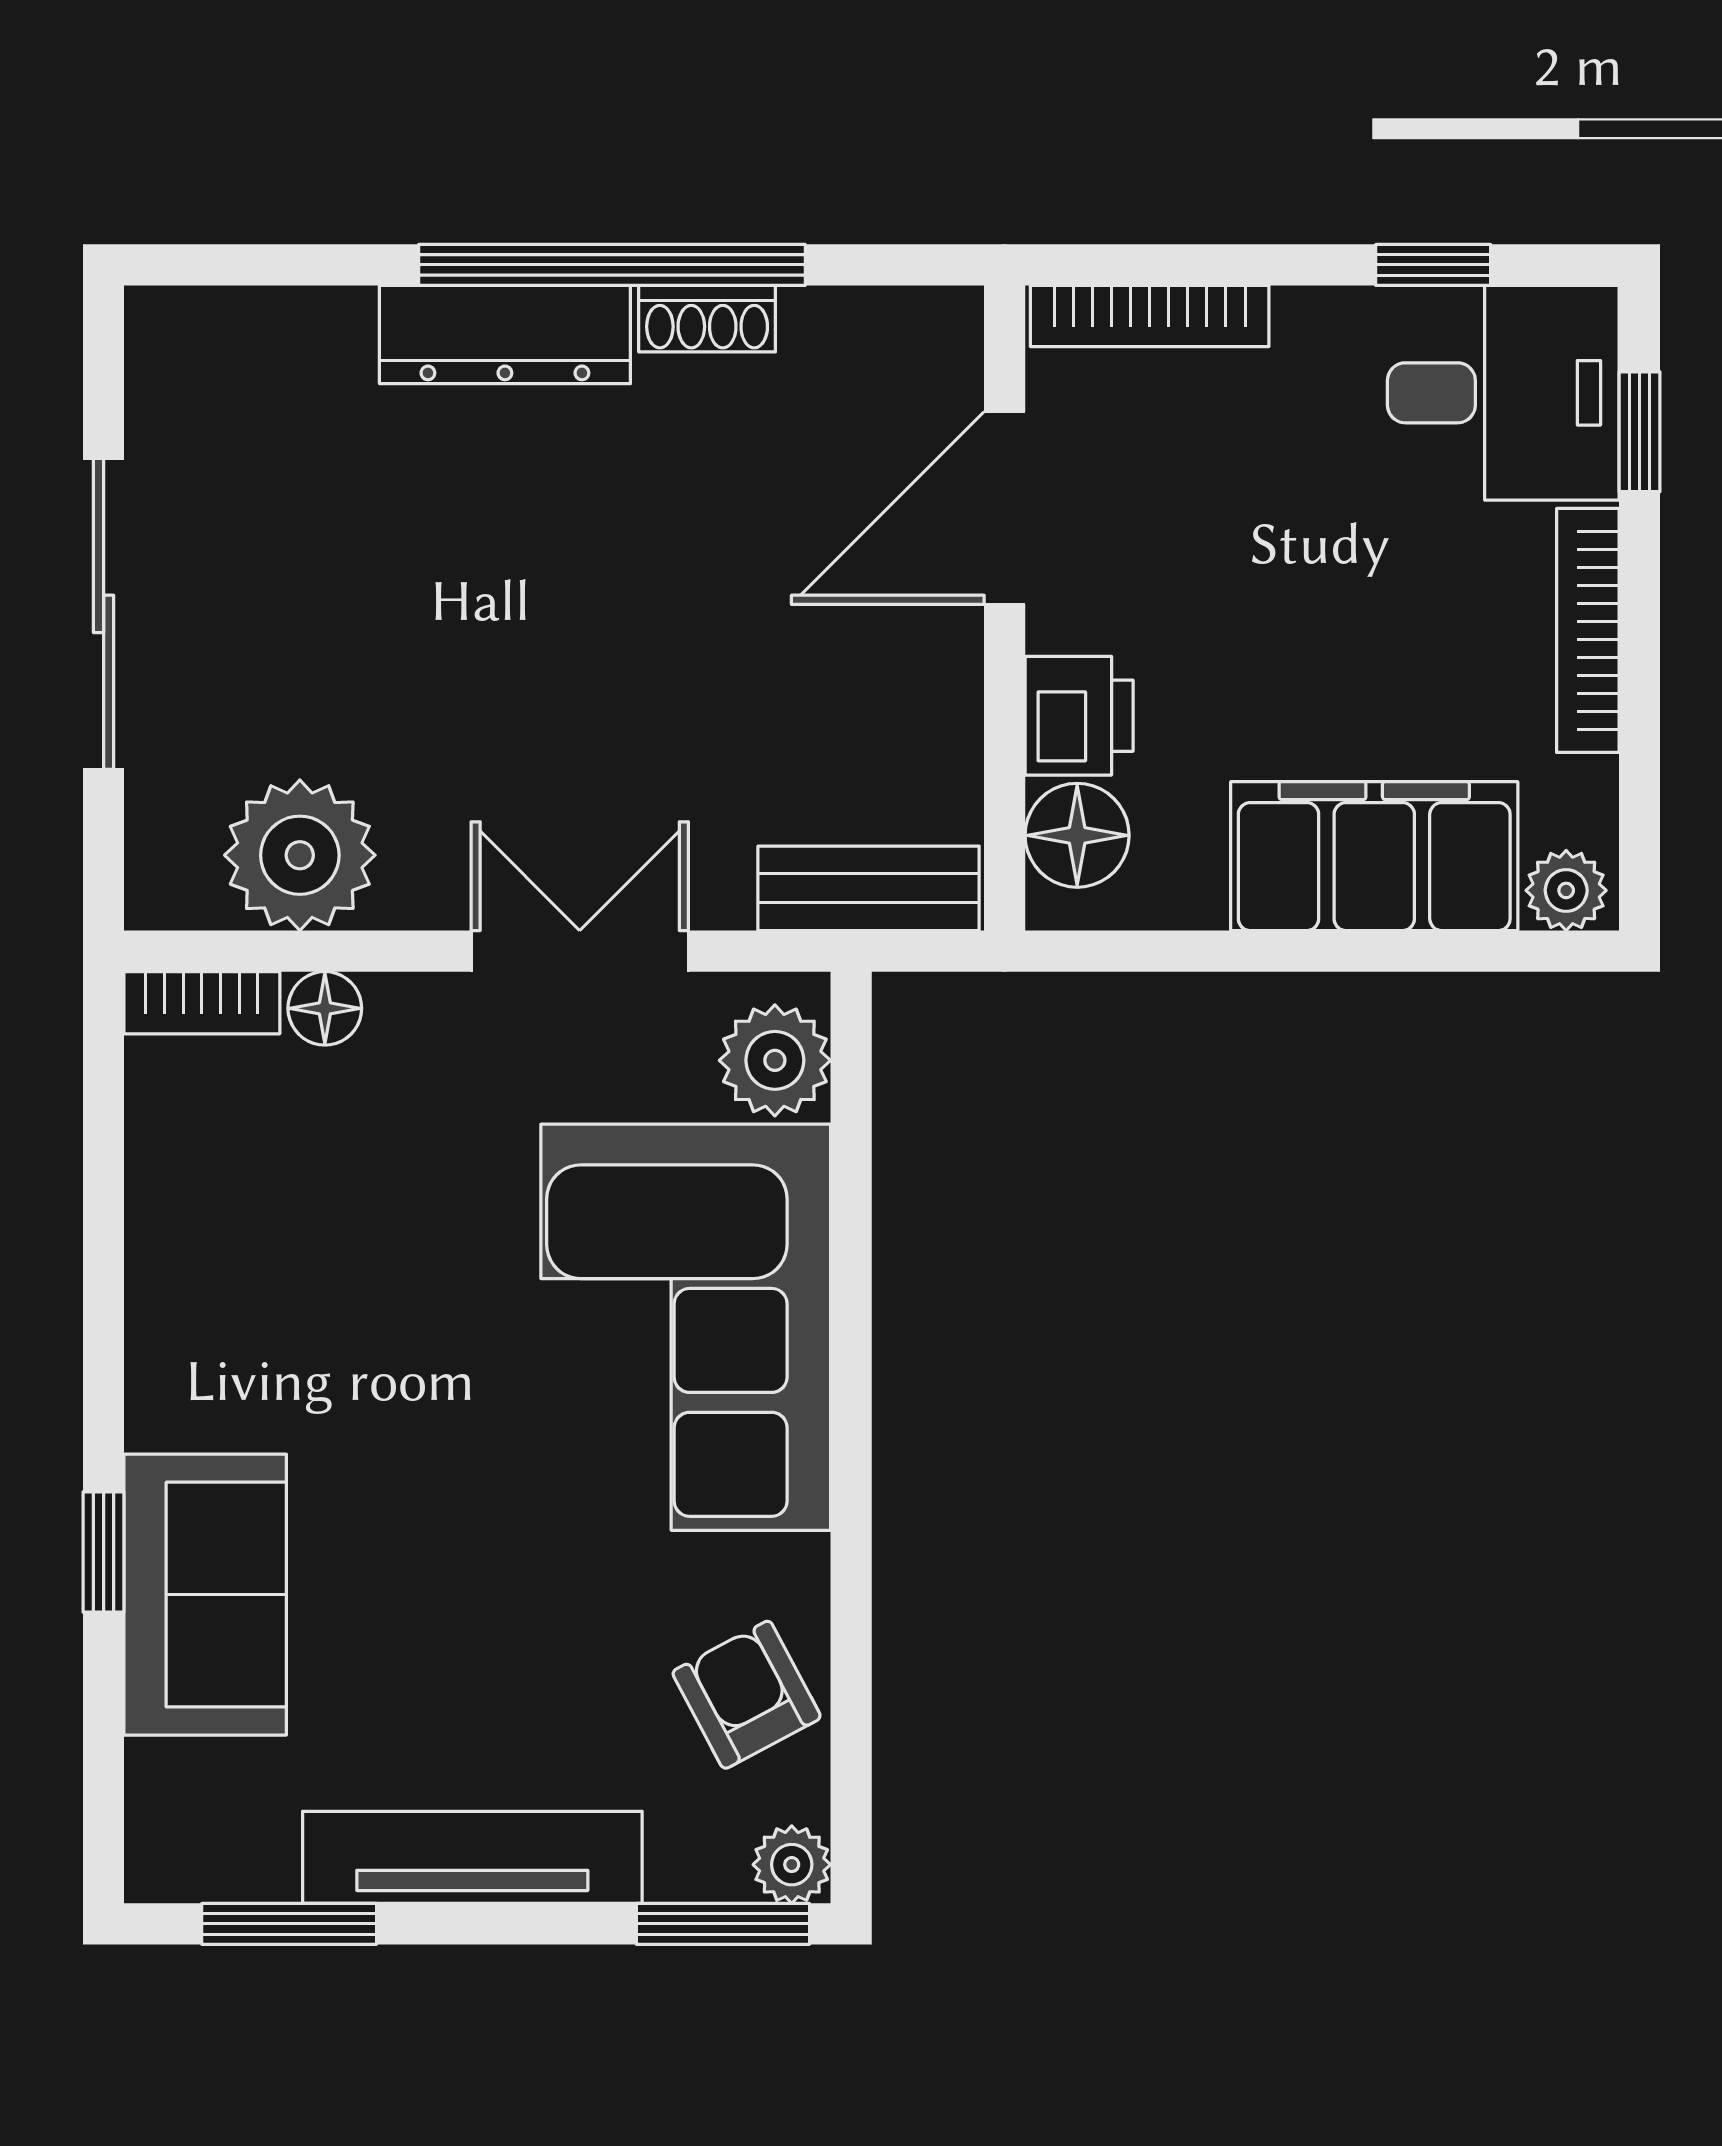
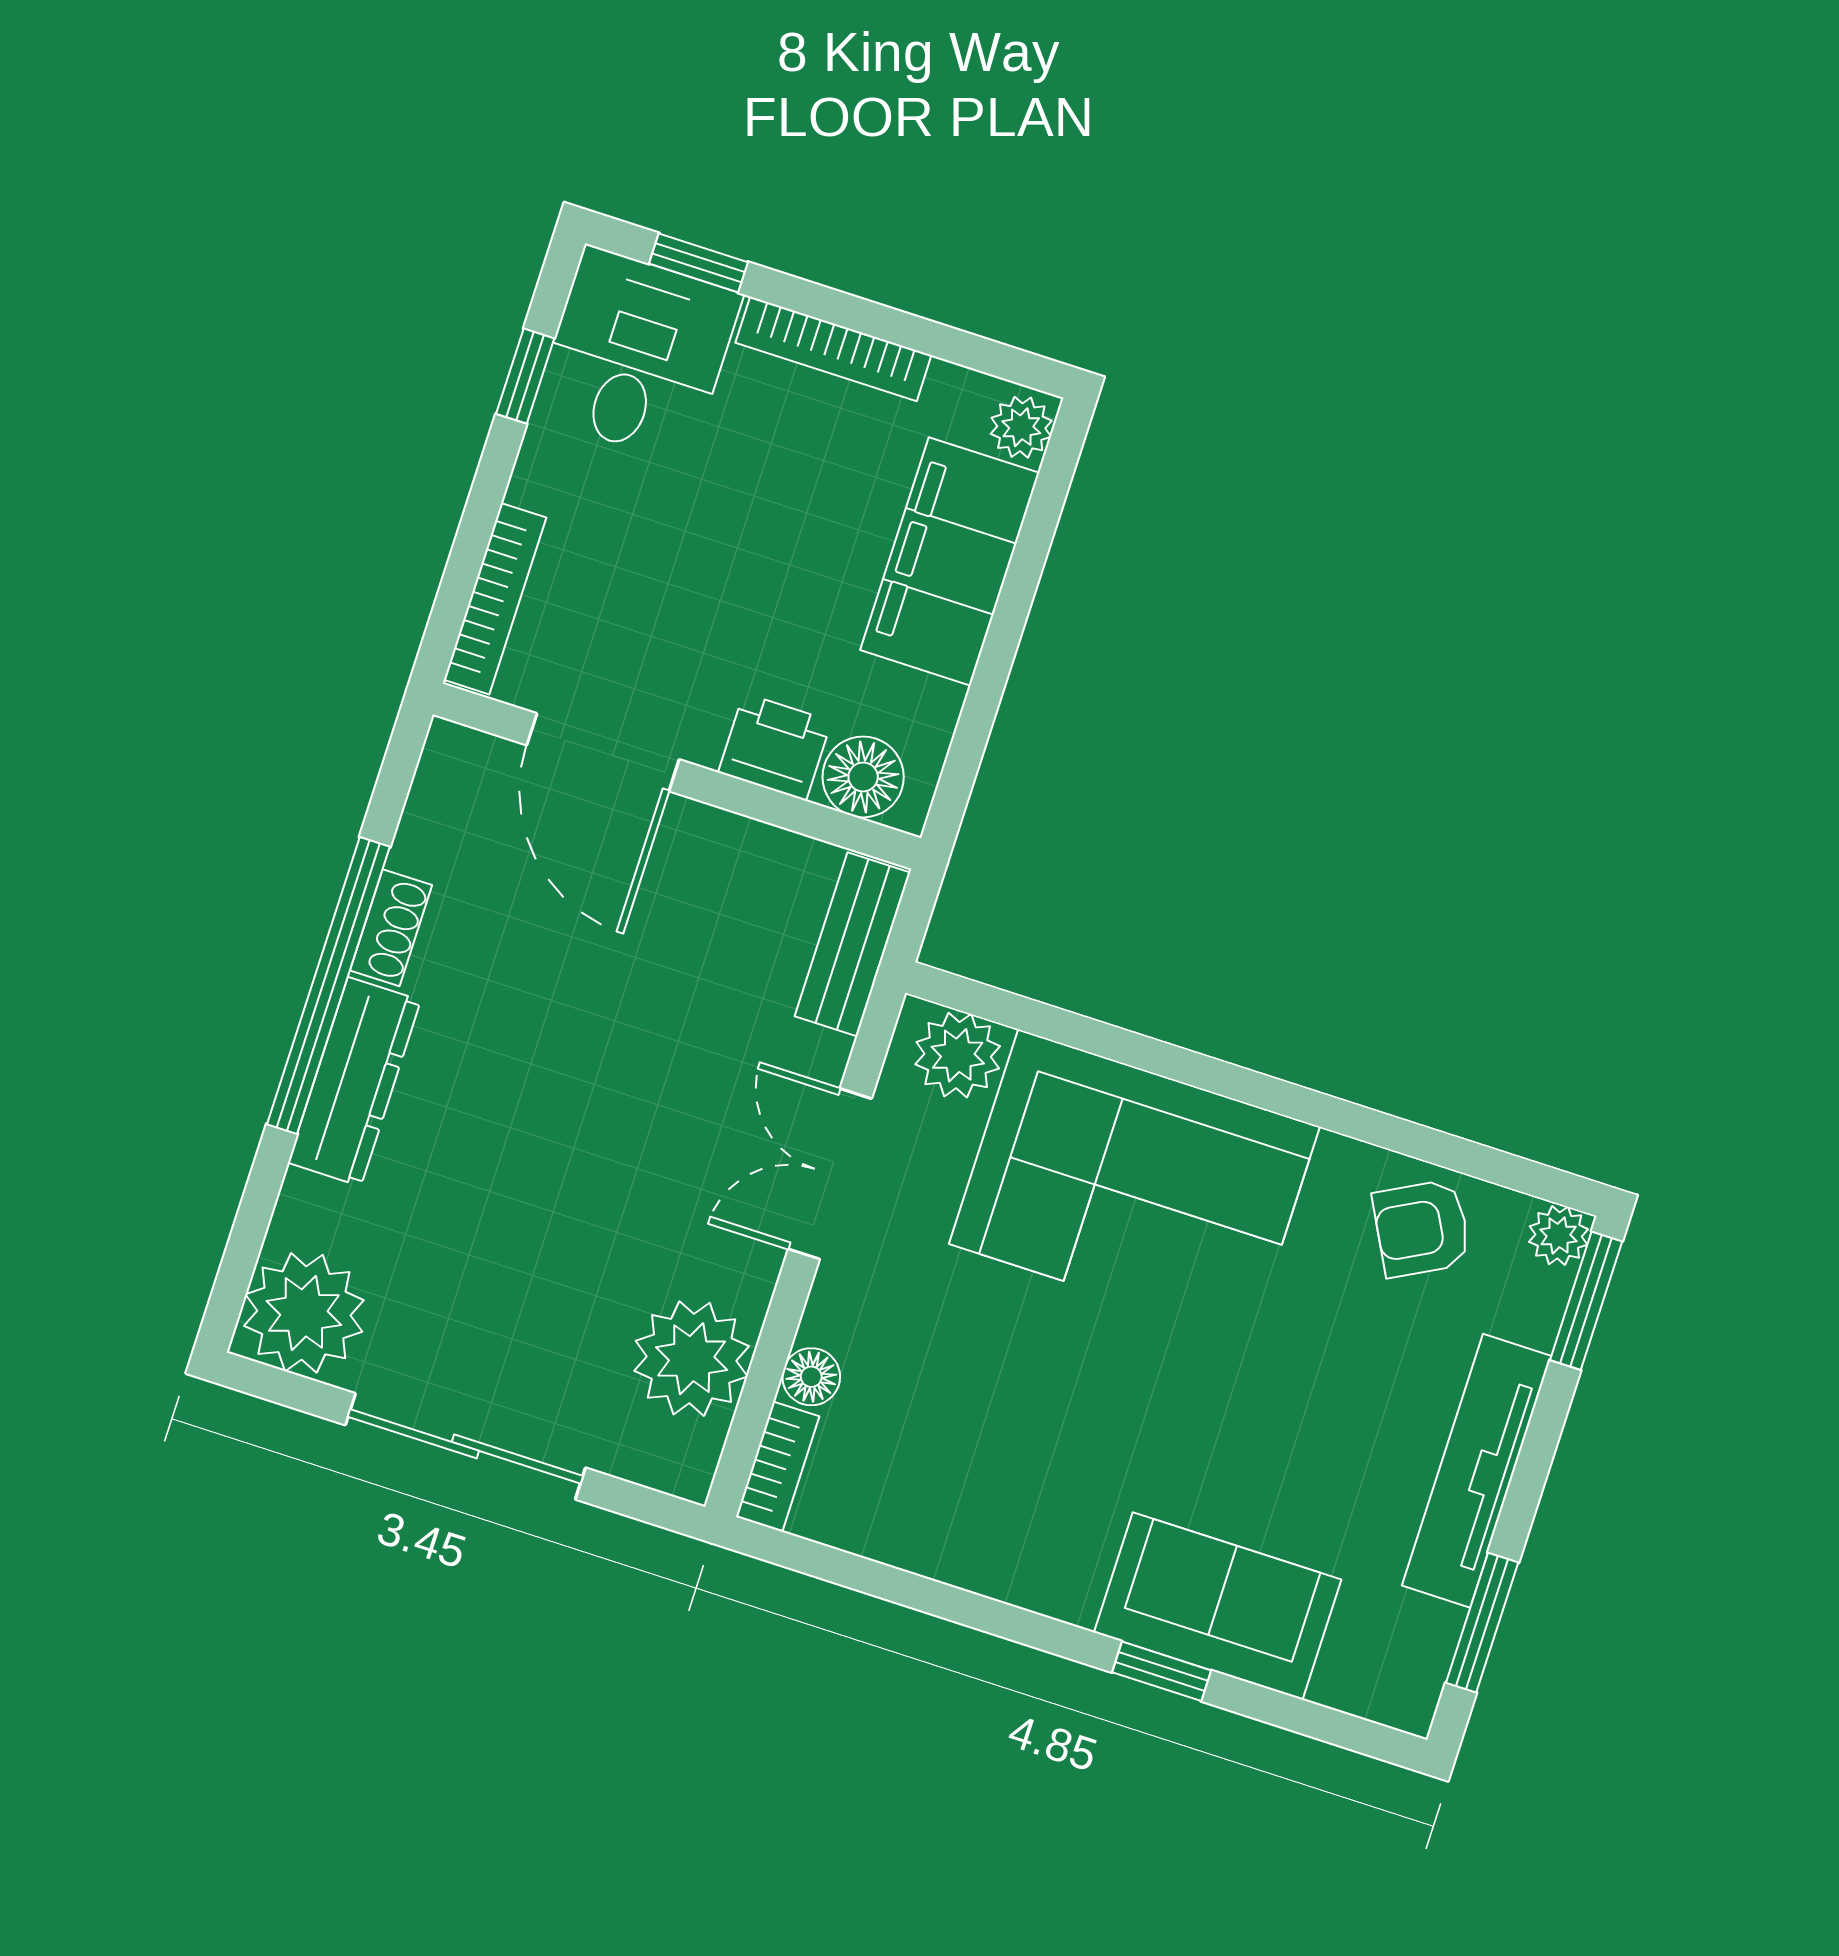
plant: (203, 364) -> (304, 1313), added

